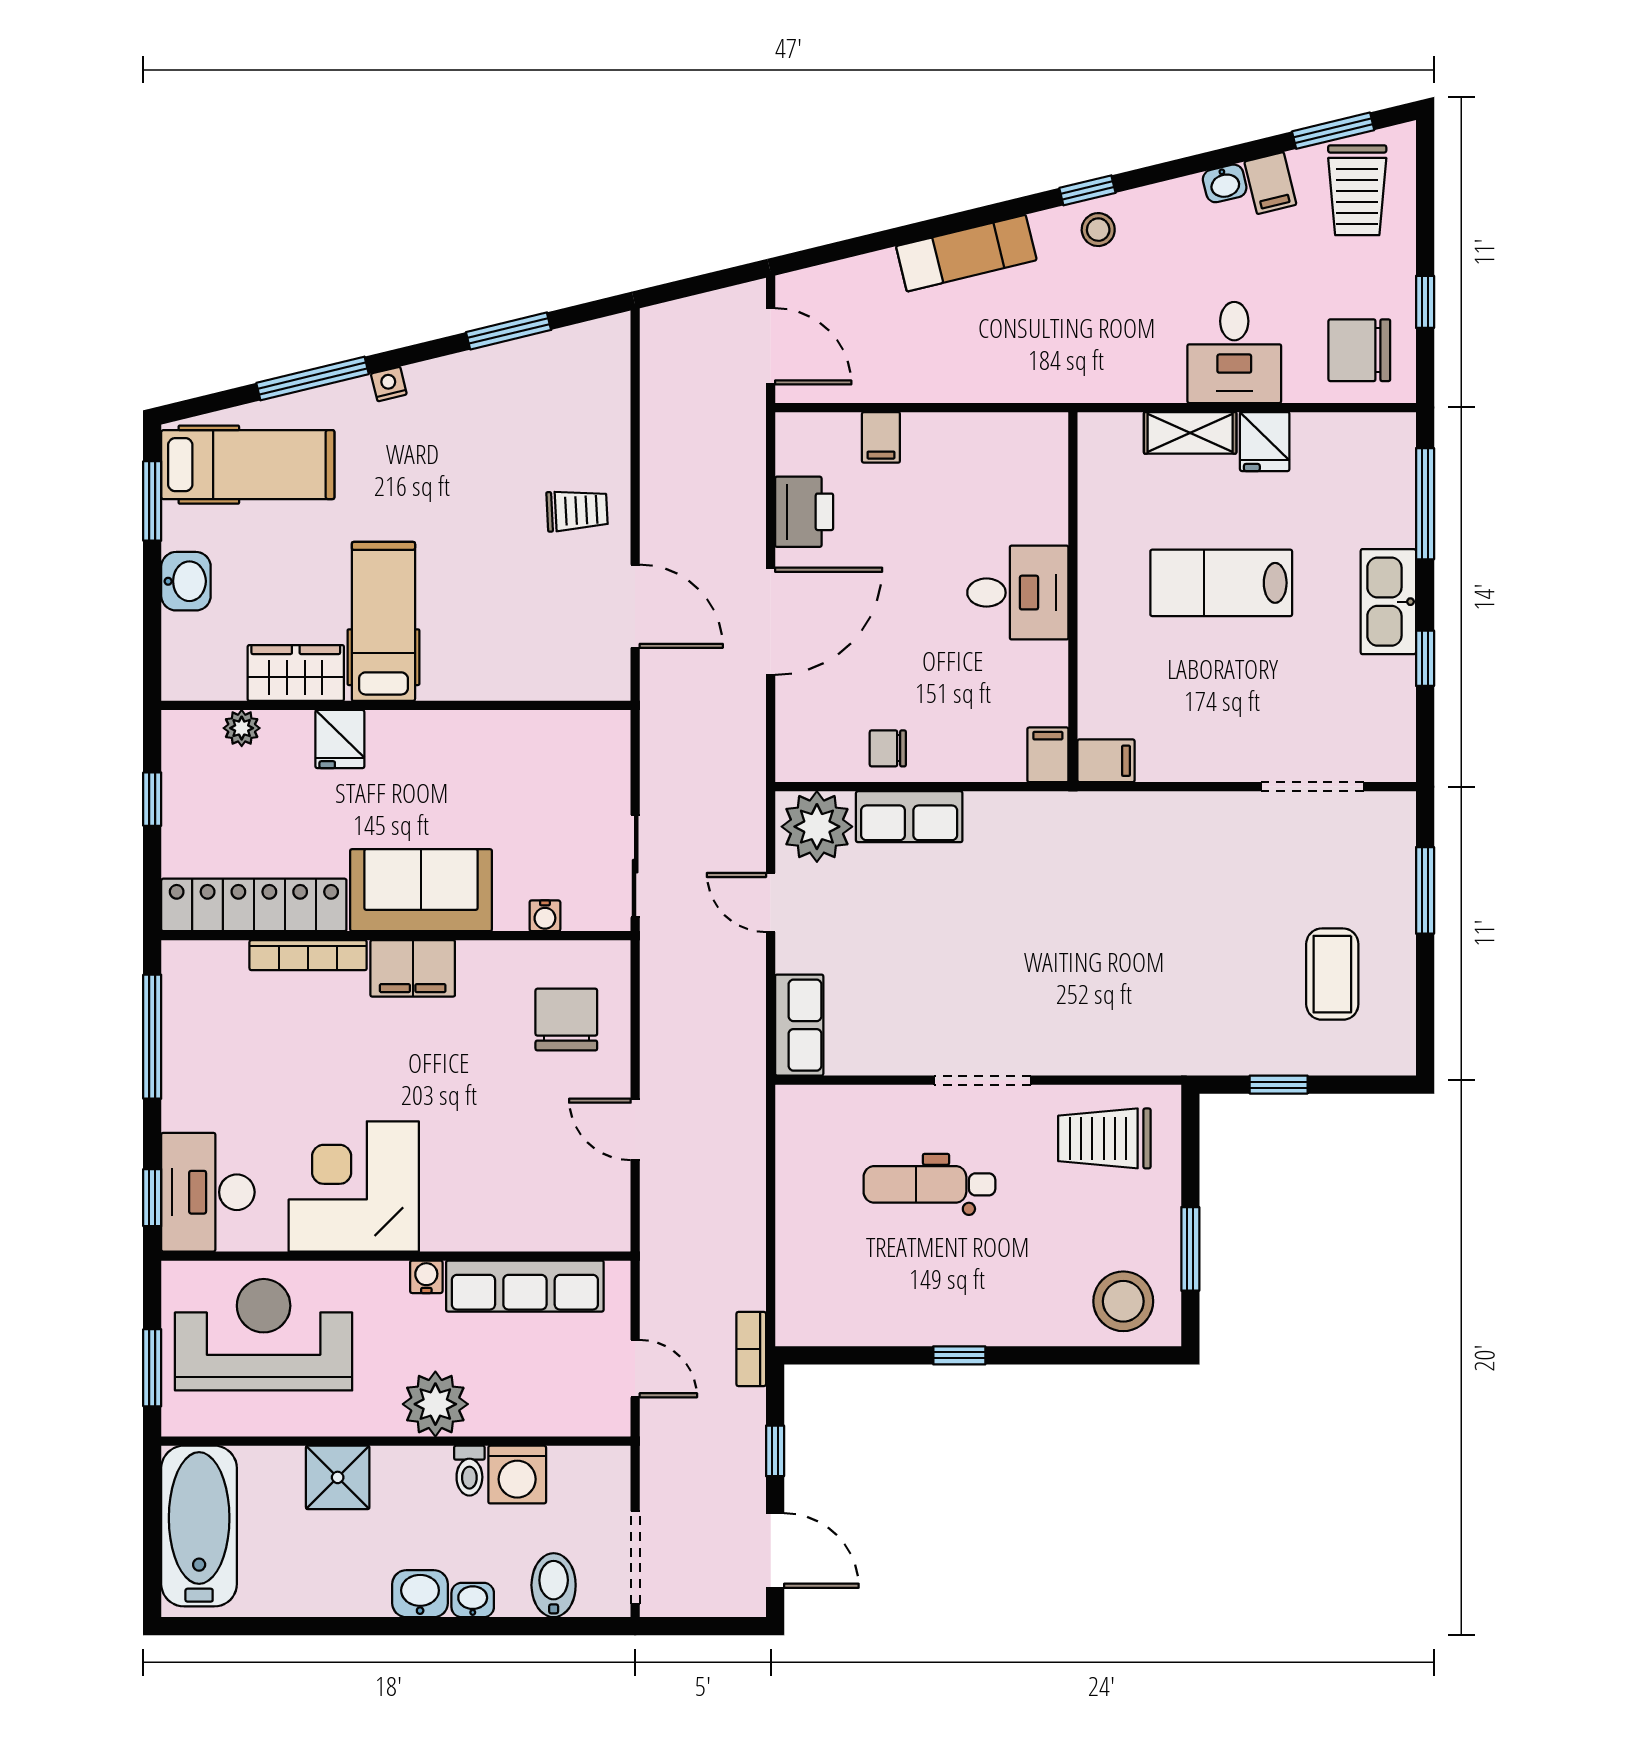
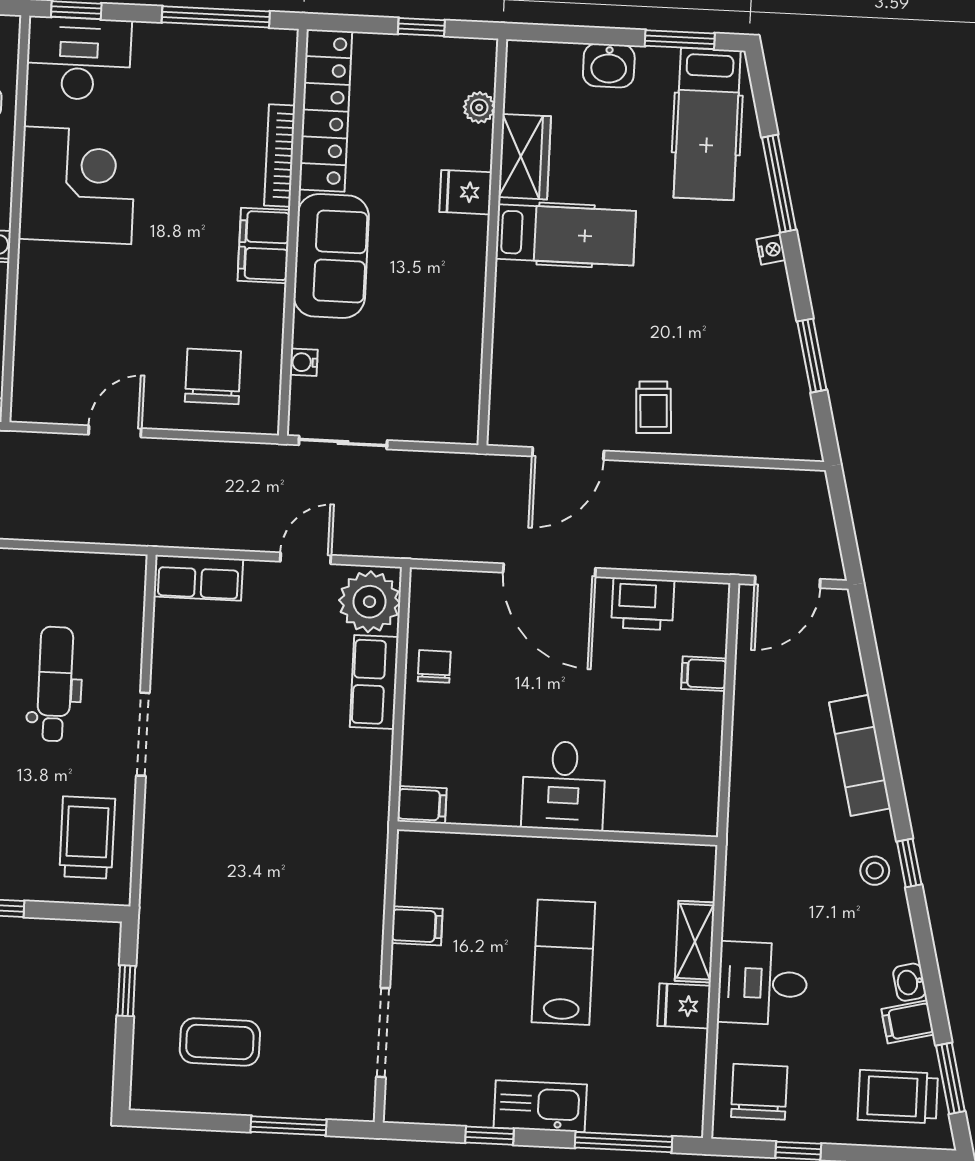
filing cabinet: (1106, 761) -> (417, 926), moved, turned -90
chair: (566, 1020) -> (213, 376), turned -90

